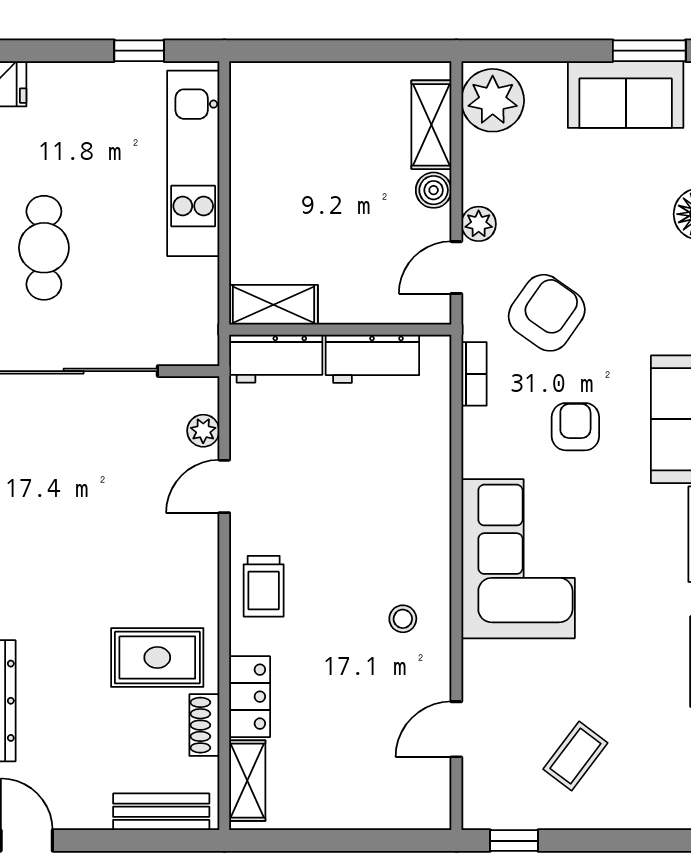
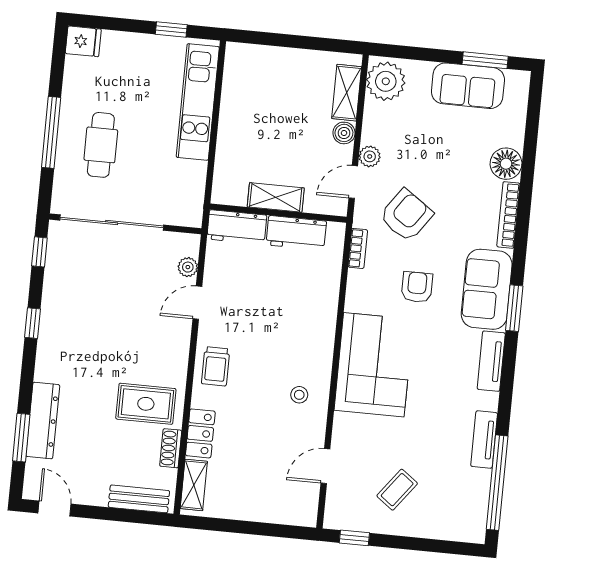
shelving: (274, 305) -> (276, 197), moved

